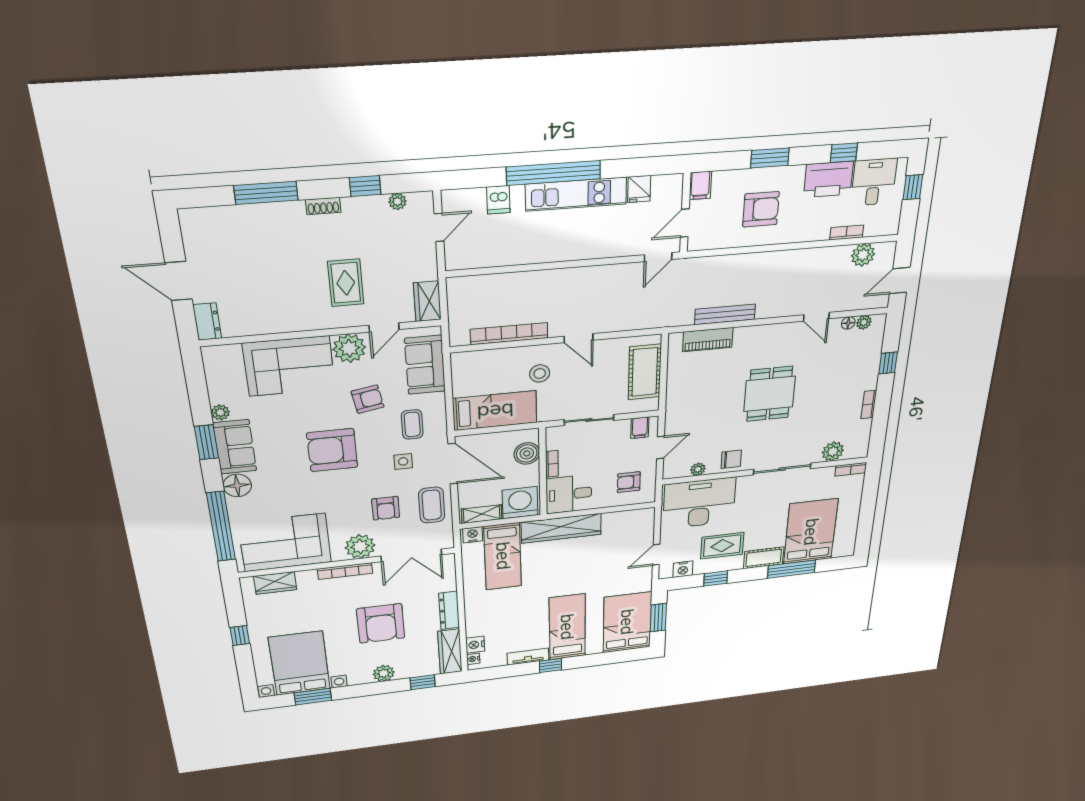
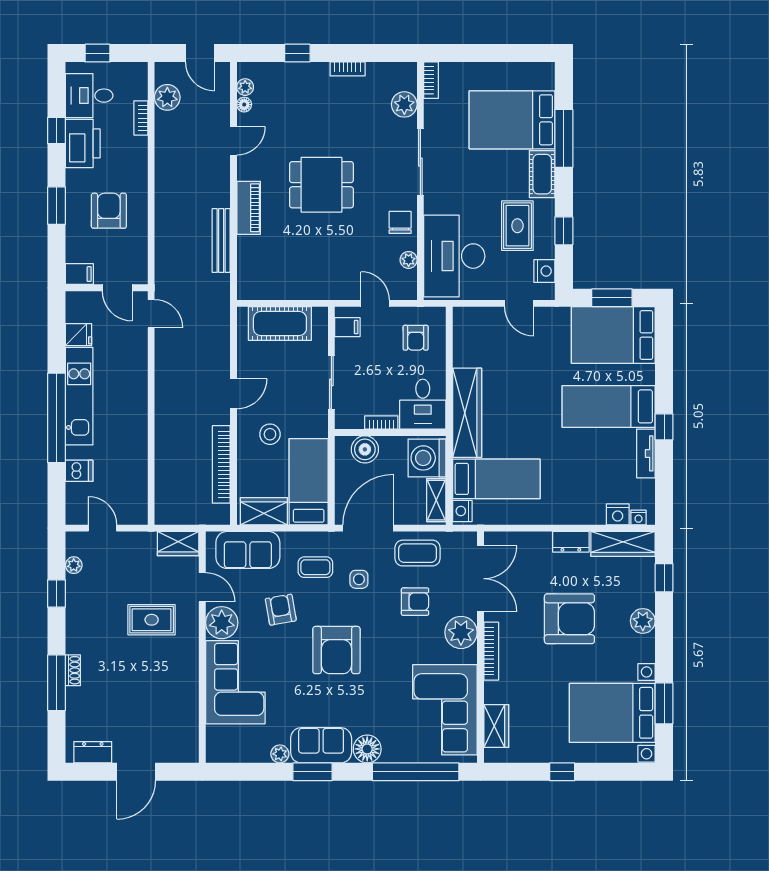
shoe rack: (323, 206) -> (73, 670), moved
dresser: (207, 322) -> (93, 752), moved
piano: (708, 340) -> (249, 208), moved
wardrobe: (464, 375) -> (264, 511), added
dresser: (449, 610) -> (571, 542), width x0.70

